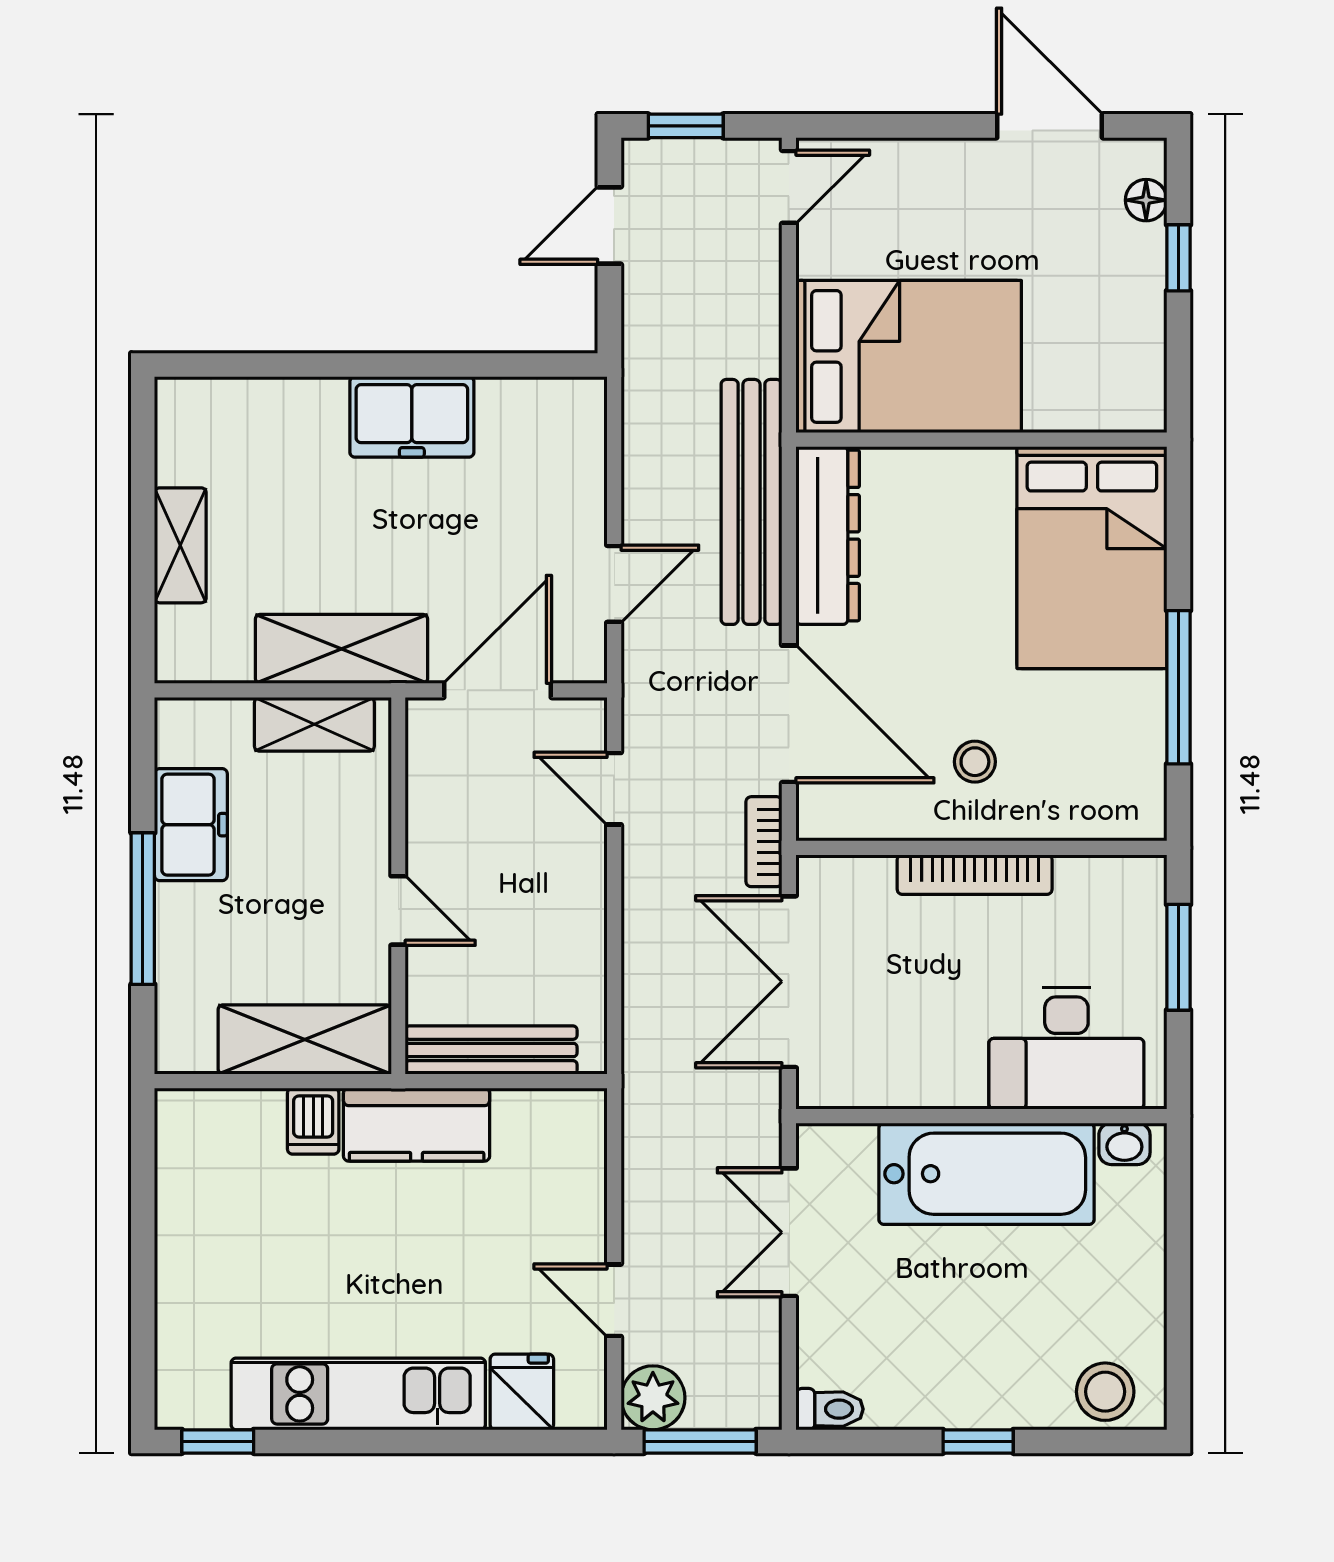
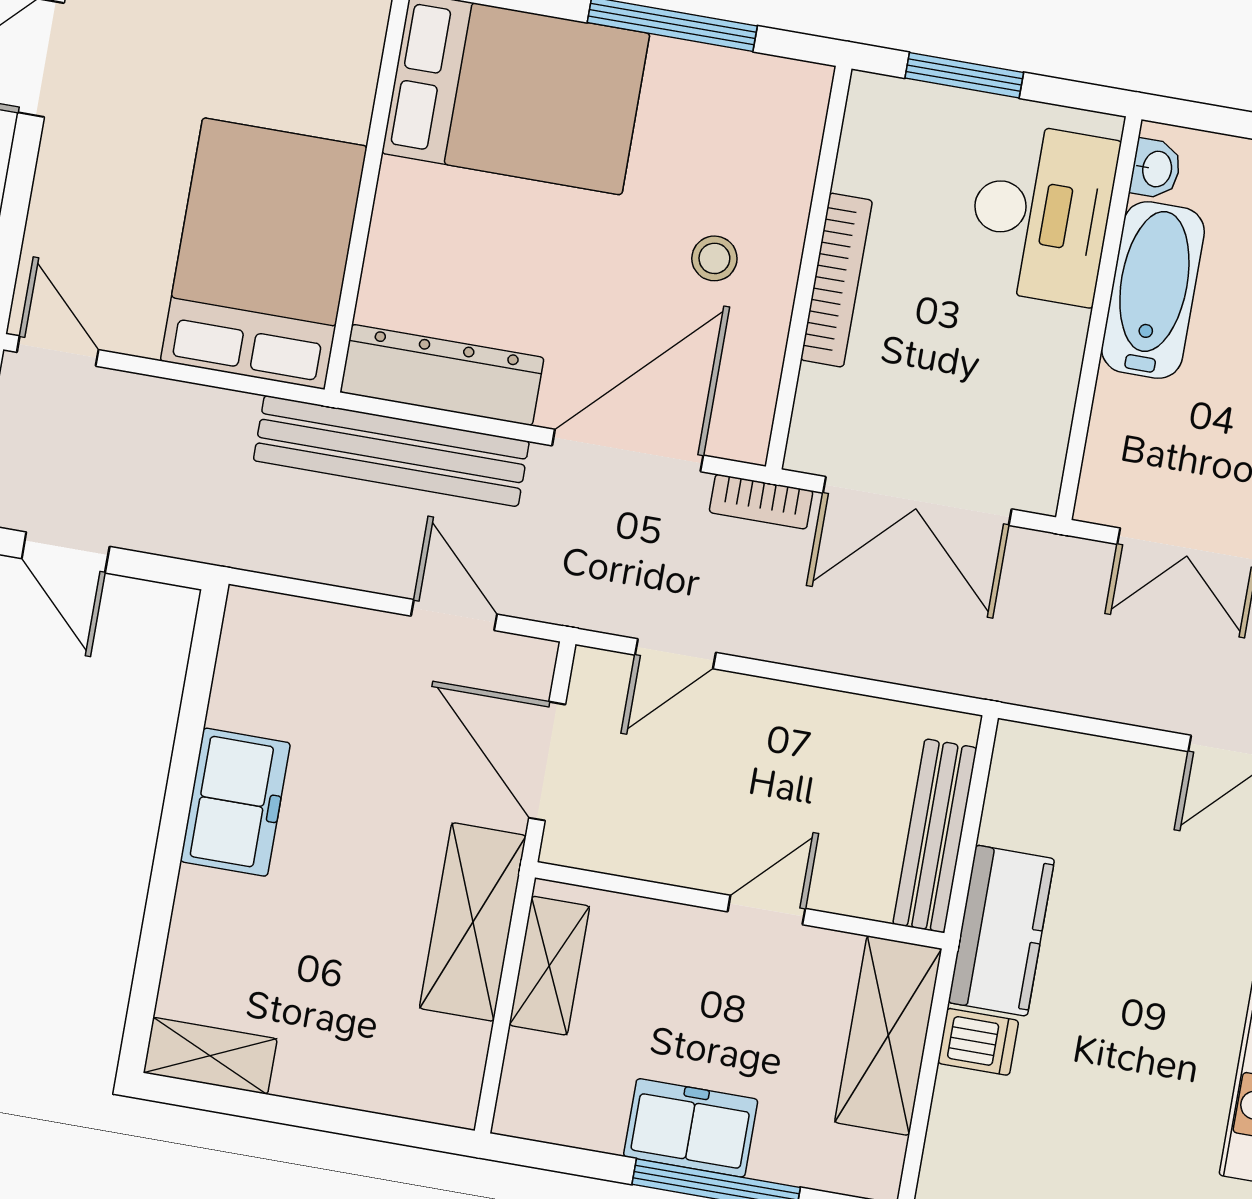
shelving: (180, 545) -> (210, 1056), moved
freezer: (191, 825) -> (691, 1128), moved
bathtub: (987, 1174) -> (1153, 290), width x0.73, depth x0.73

